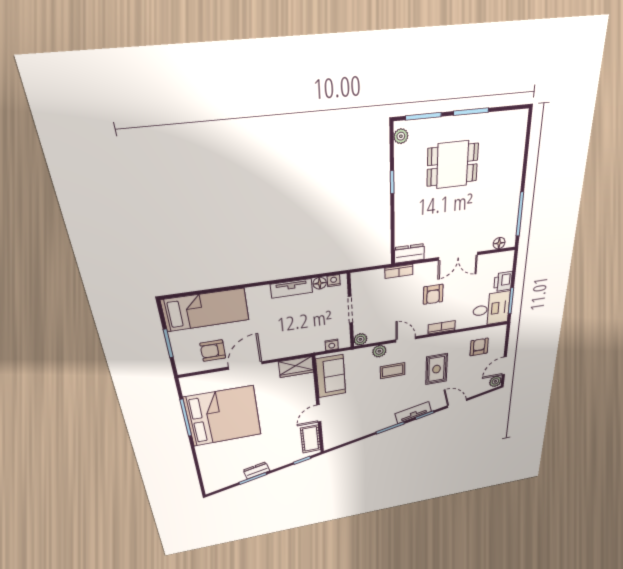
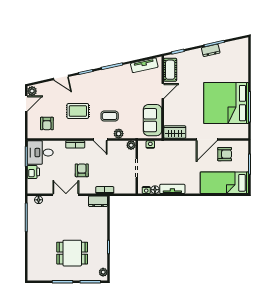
rug: (436, 369) -> (78, 111), turned 90
tv unit: (413, 413) -> (144, 65), moved

